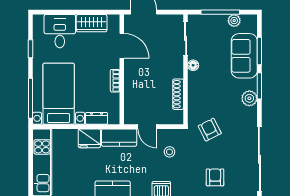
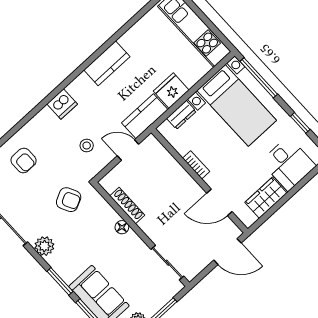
floor lamp: (193, 65) -> (122, 227), moved
plant: (249, 98) -> (44, 246), moved

